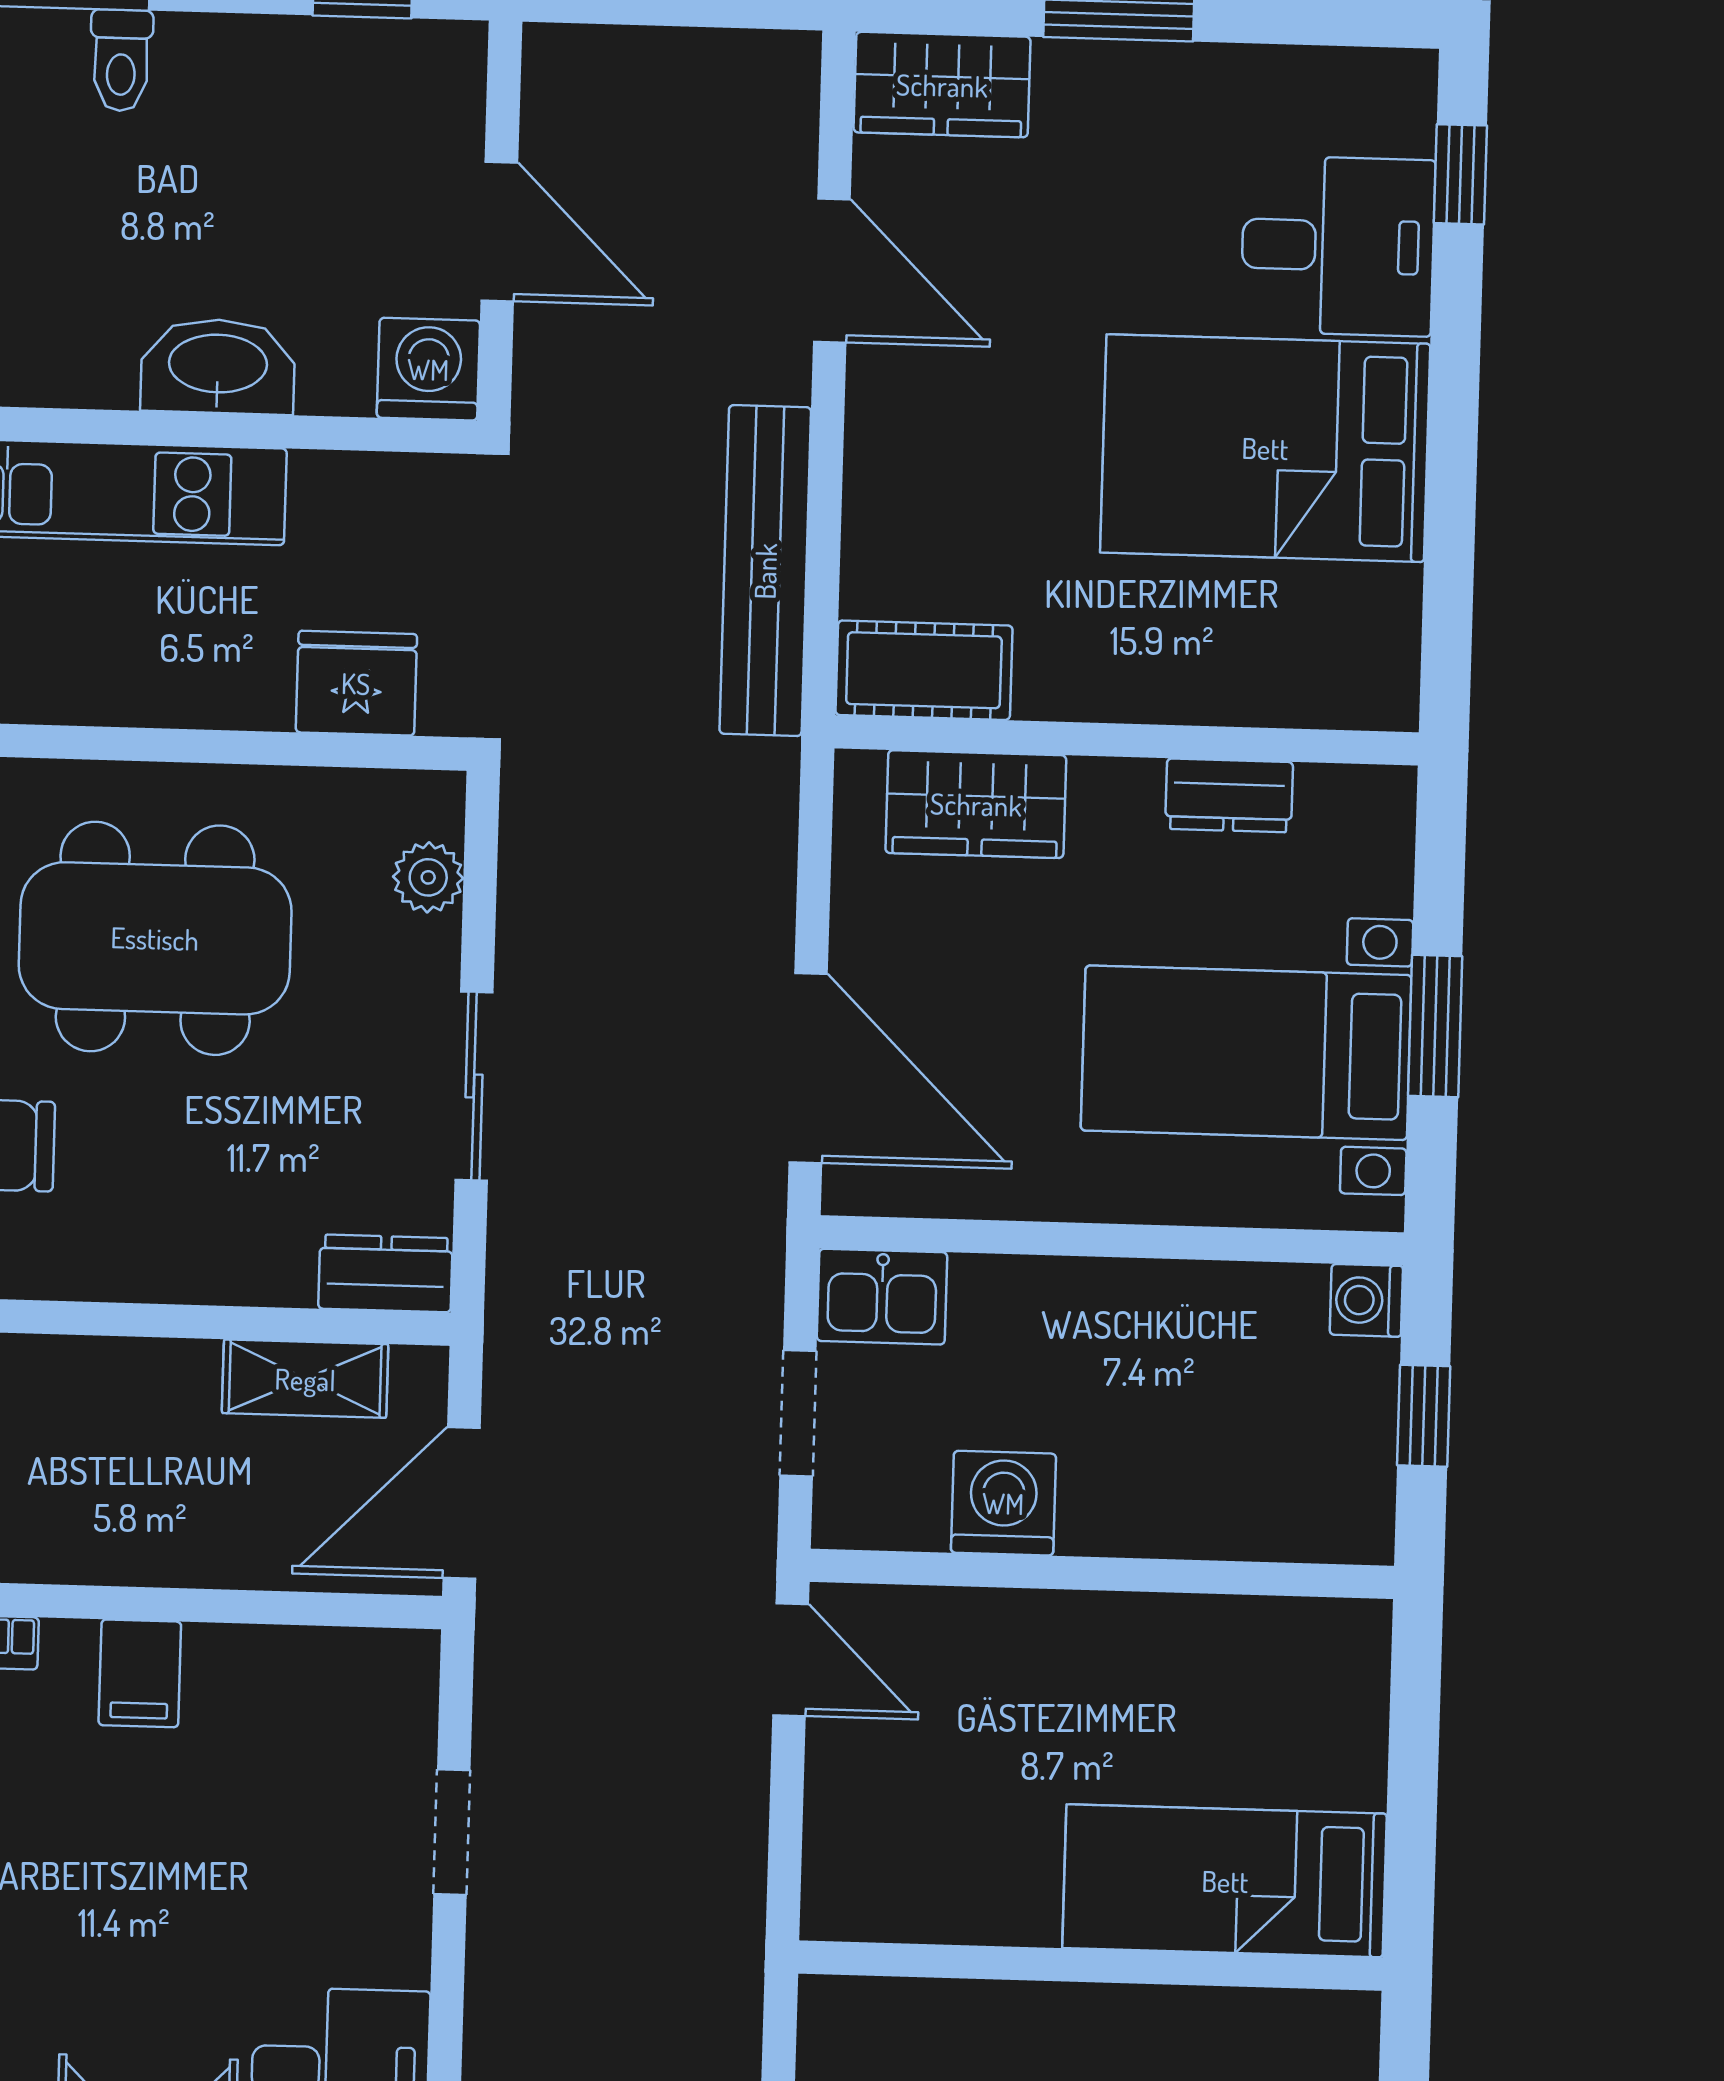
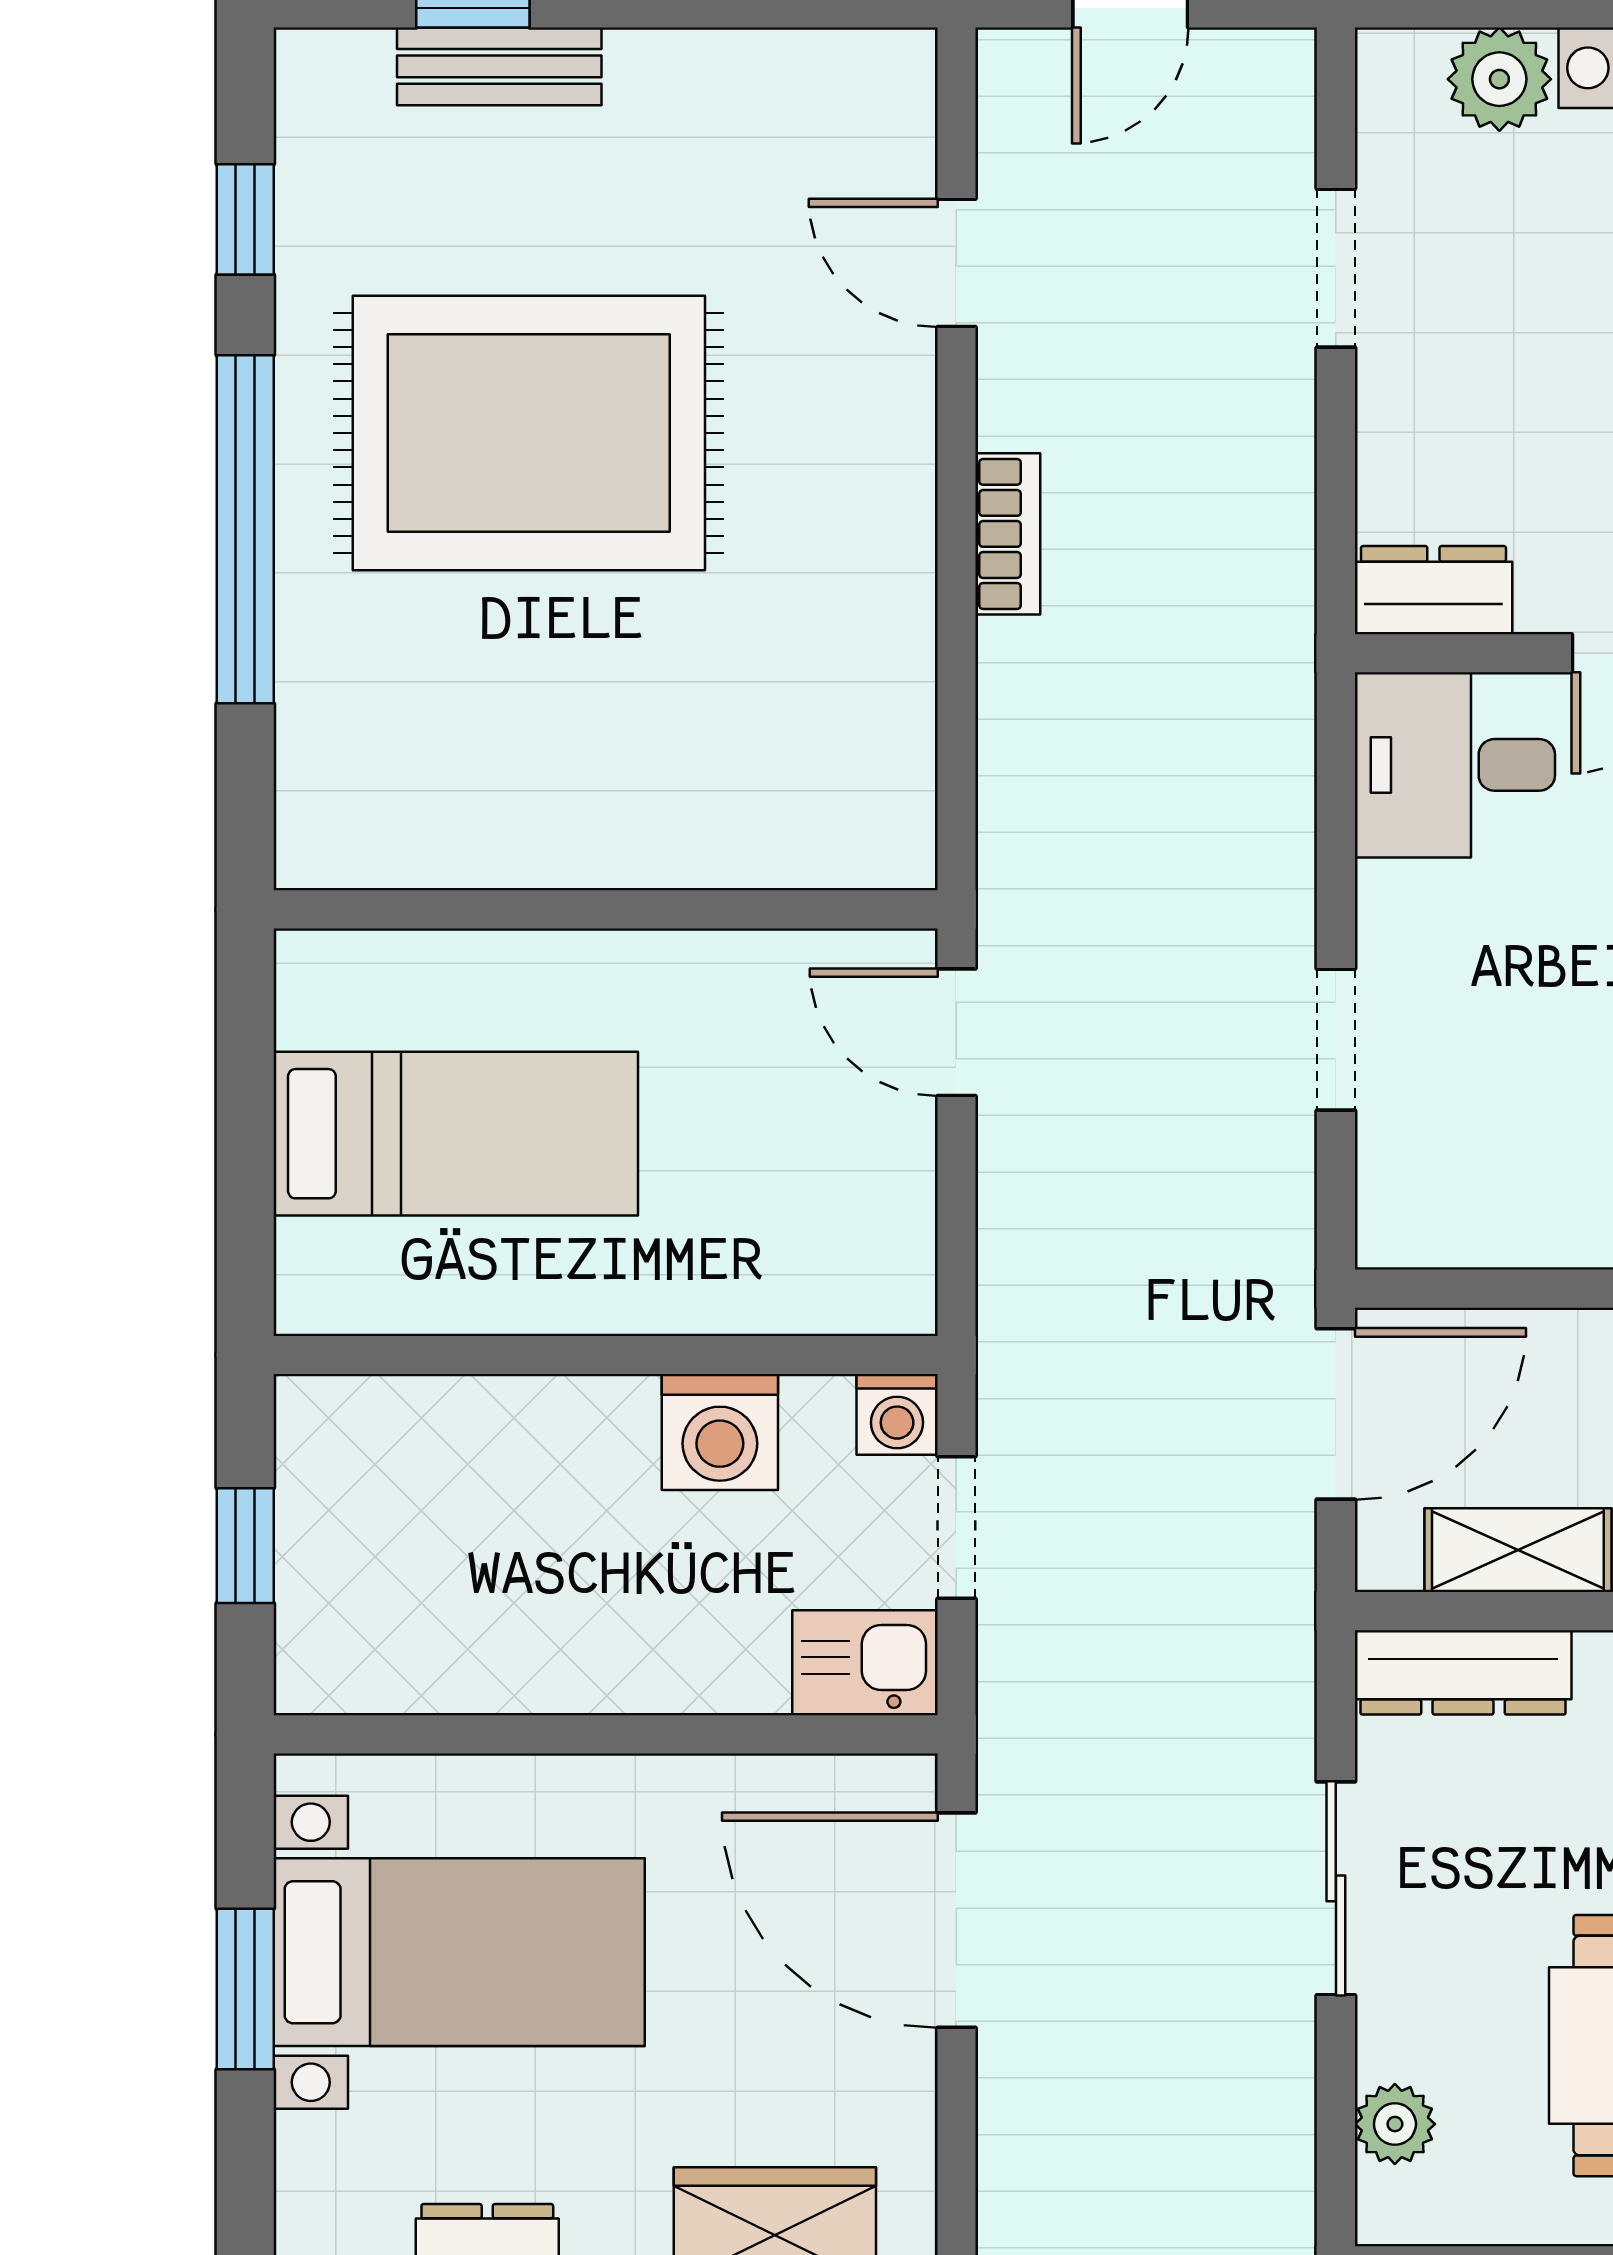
dresser: (385, 1273) -> (1463, 1672), width x1.44
washing machine: (1366, 1300) -> (897, 1414), moved, turned 90
door: (791, 1660) -> (956, 1032), moved
bed: (1225, 1881) -> (456, 1134), moved

